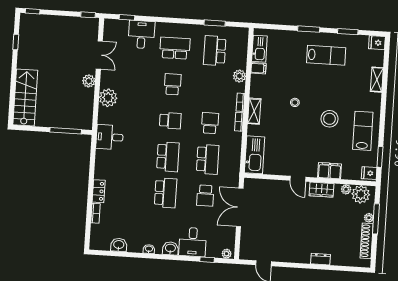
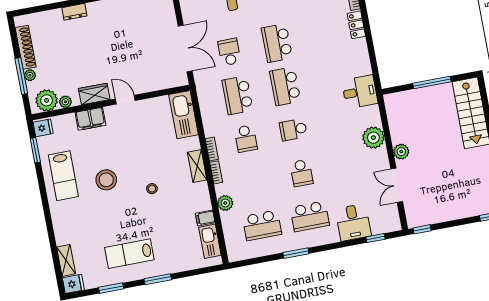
window: (215, 23) -> (296, 253), moved
school desk: (215, 51) -> (262, 225), turned 90
shelving: (377, 80) -> (66, 260), moved
window: (66, 131) -> (432, 83), moved

